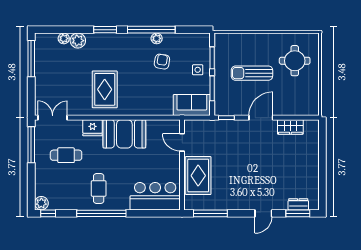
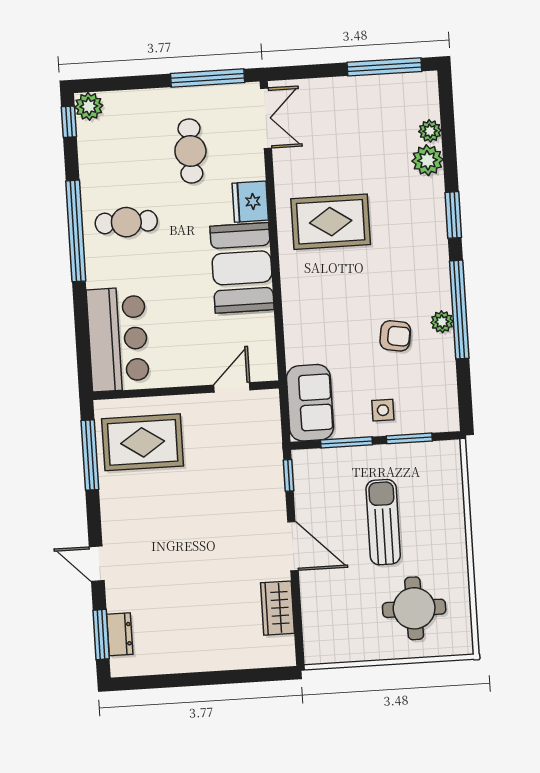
rug: (198, 176) -> (143, 442), moved

